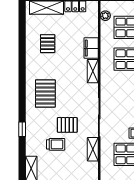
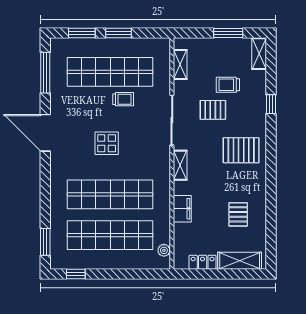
shelving: (93, 71) -> (180, 165), moved
pallet: (45, 94) -> (241, 150), turned 90
shelving: (93, 149) -> (180, 65), moved

